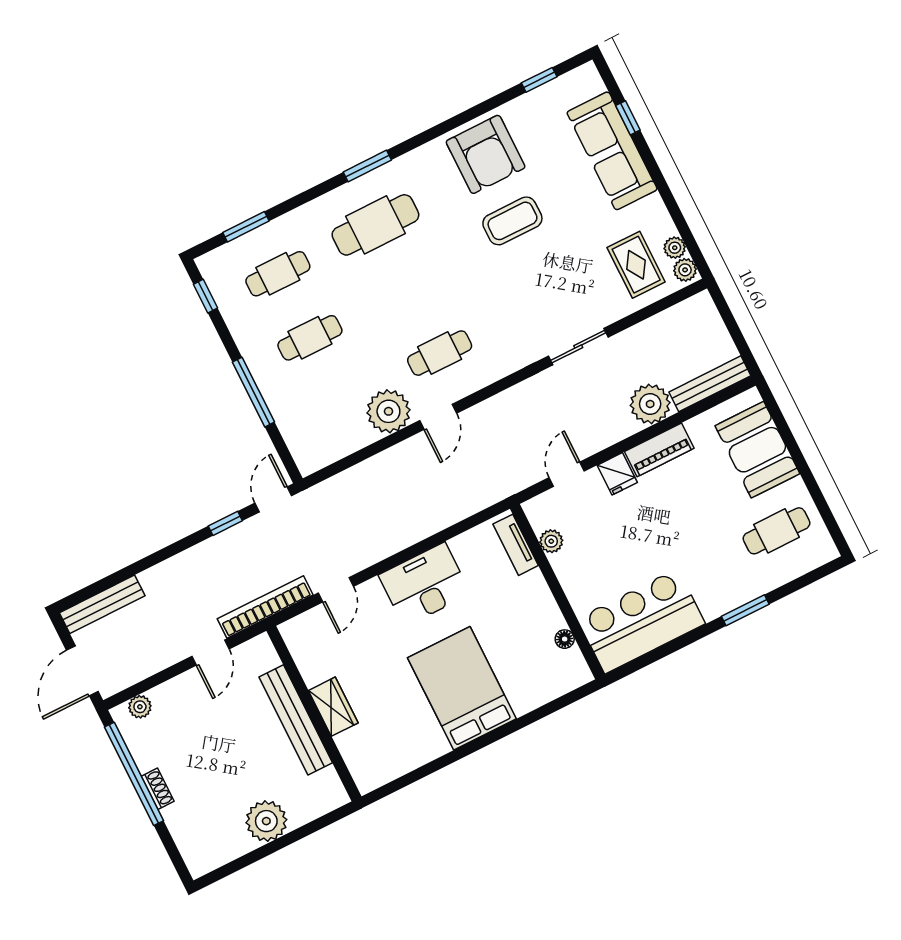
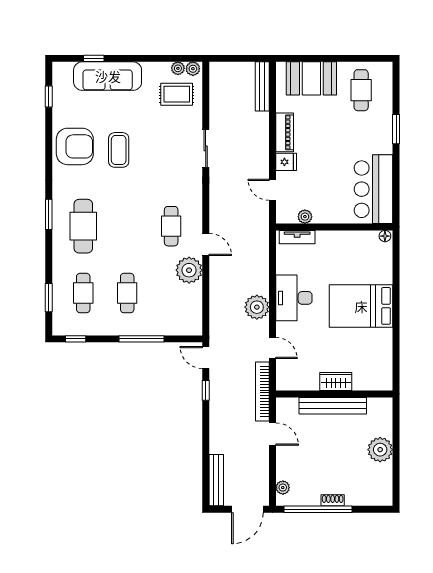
plant: (650, 404) -> (257, 307), moved
floor lamp: (565, 639) -> (385, 236), moved
door: (82, 671) -> (247, 509), hinge flipped

